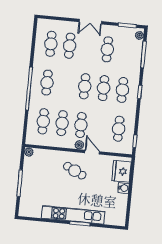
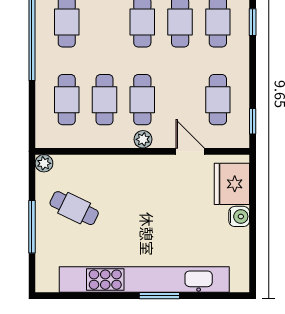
door: (92, 152) -> (190, 151), moved
cafe table: (75, 171) -> (74, 208), moved
kitchen unit: (73, 215) -> (144, 280), width x1.36

